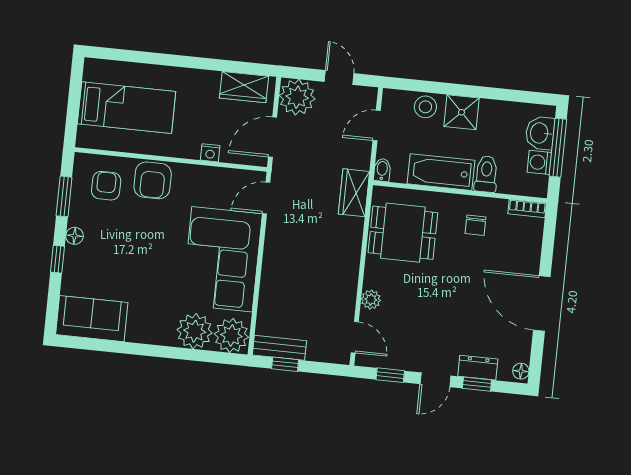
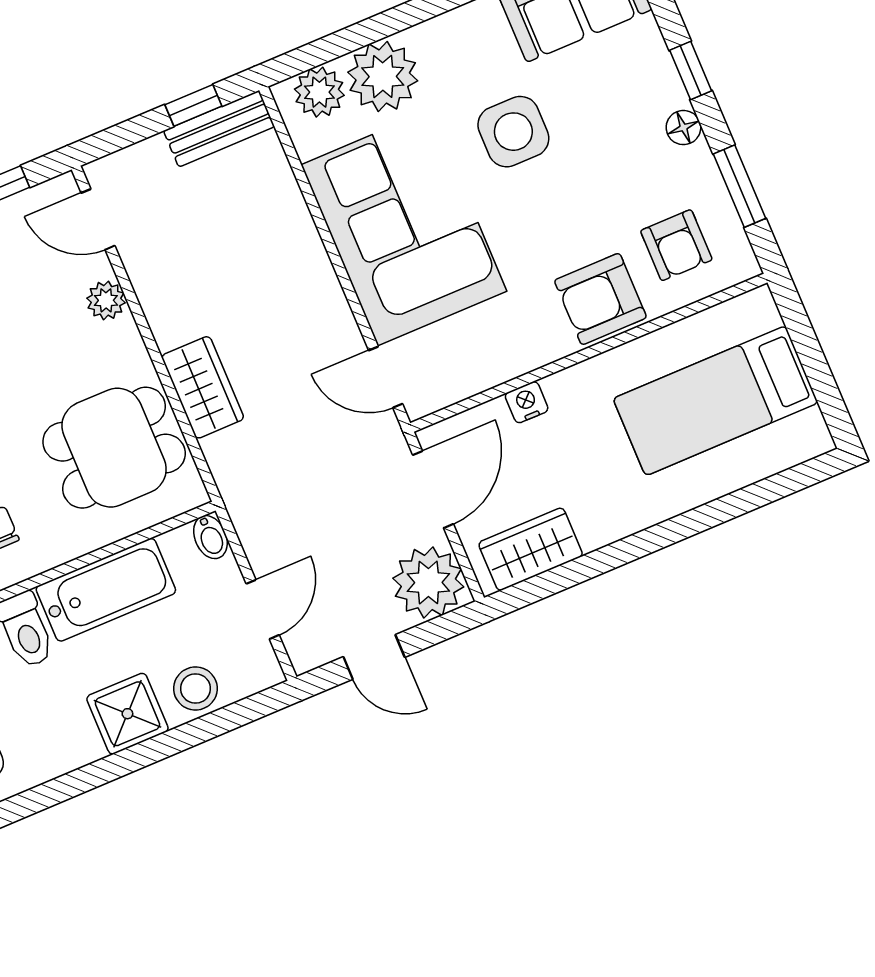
armchair: (153, 180) -> (600, 299), turned -90
wardrobe: (354, 193) -> (203, 387), moved
door: (266, 198) -> (386, 377), swing flipped
side table: (150, 275) -> (513, 132), added
plant: (231, 335) -> (319, 92), width x0.73, depth x0.73

